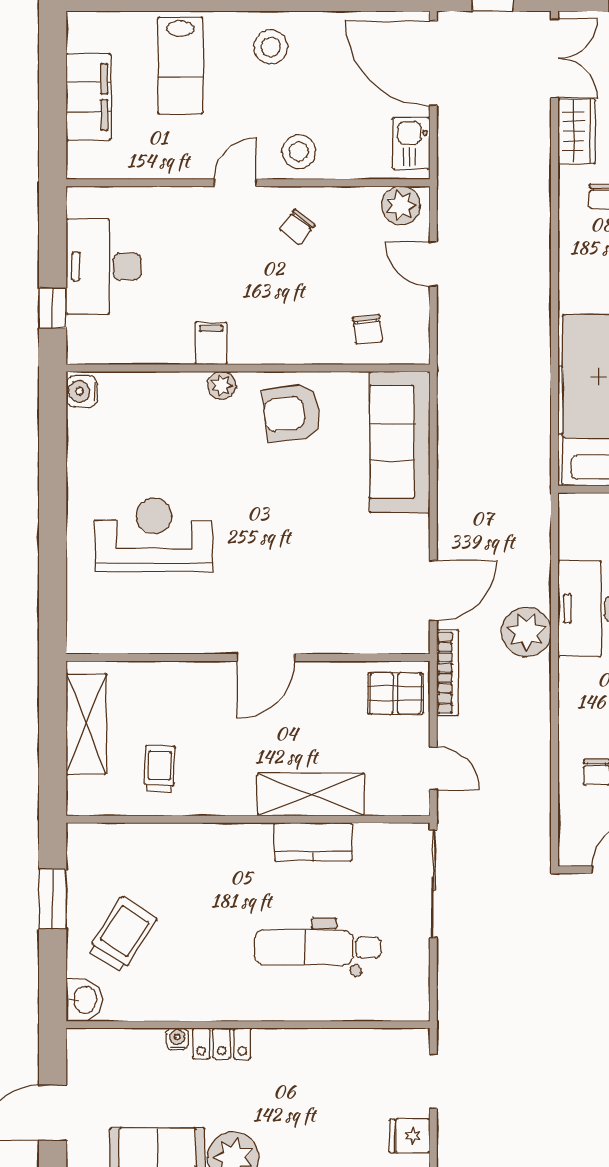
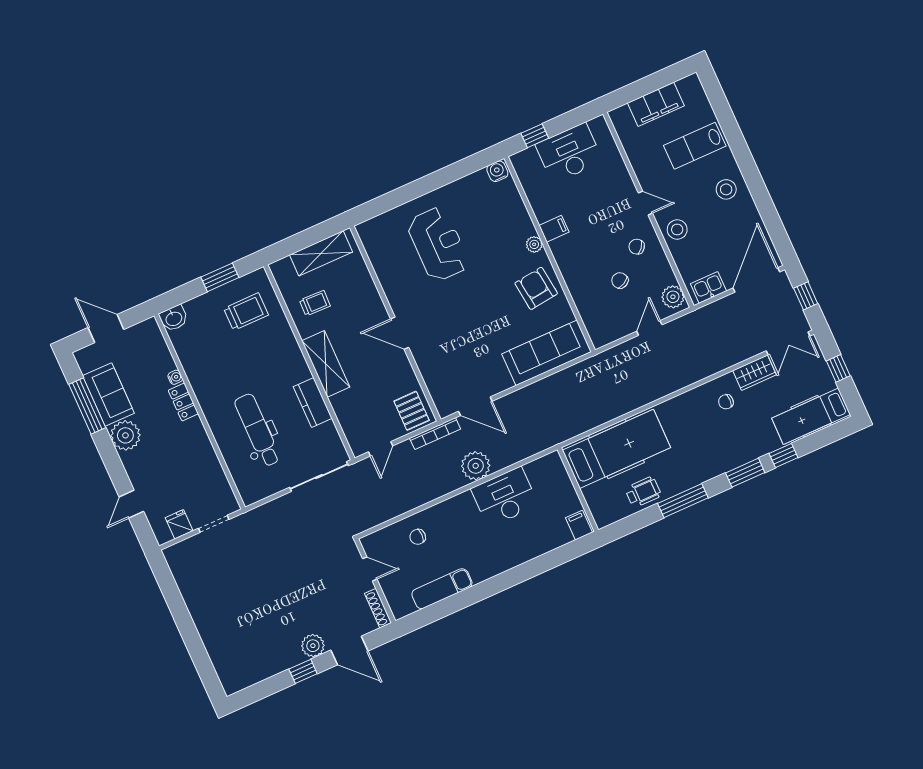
chair: (368, 329) -> (620, 281), moved, turned 69
shelving: (311, 794) -> (326, 364), moved
trolley: (122, 935) -> (246, 312), moved, turned -33

